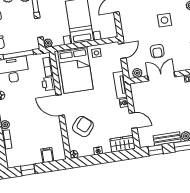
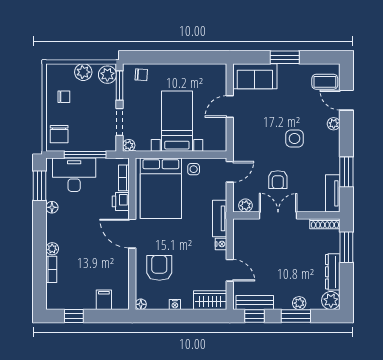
armchair: (83, 127) -> (159, 268), turned -40
bench: (167, 139) -> (255, 303), moved

